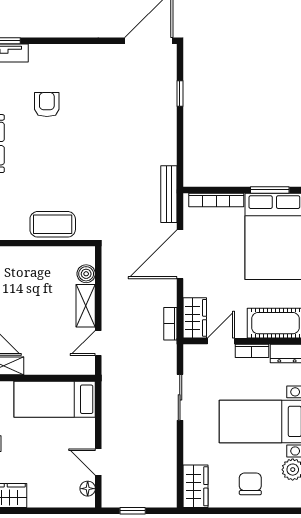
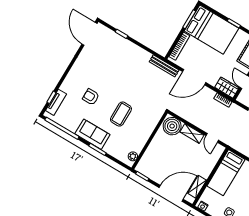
coffee table: (53, 224) -> (121, 114), moved
door: (180, 254) -> (194, 77), hinge flipped
boiler: (86, 274) -> (172, 126), width x1.86, depth x1.86

